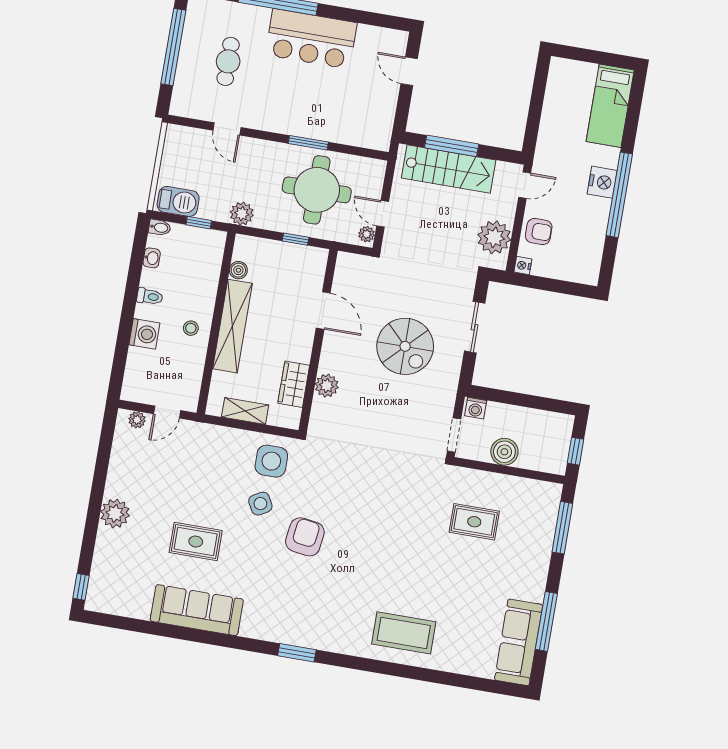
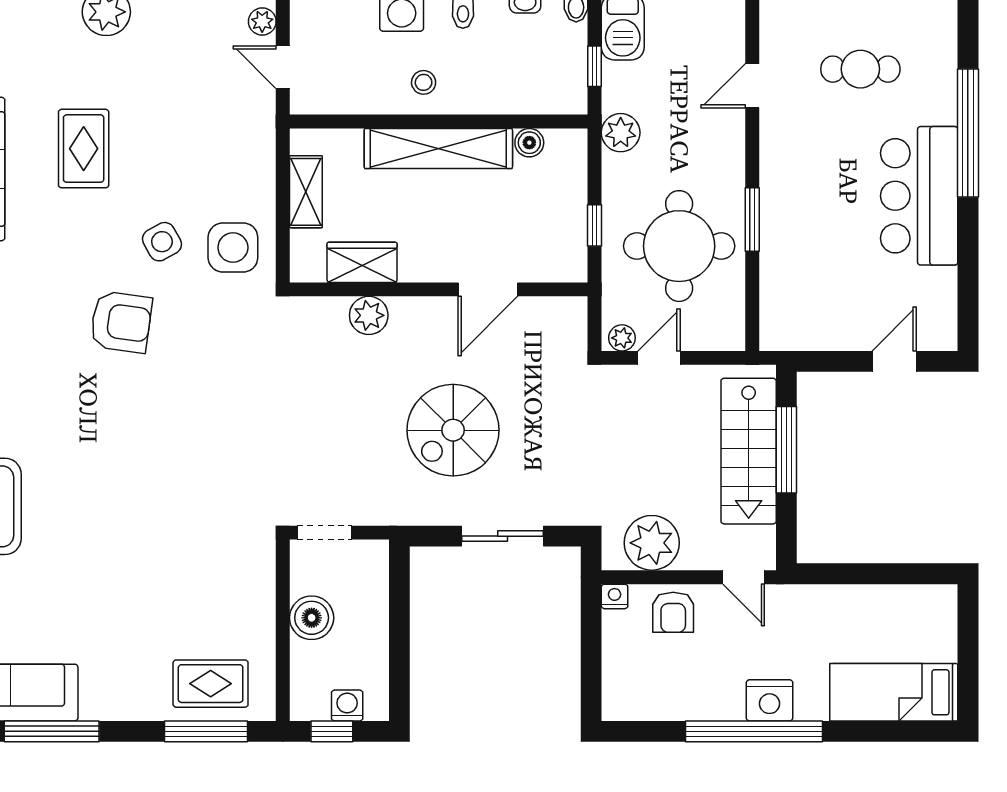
washing machine: (476, 408) -> (347, 705), moved, turned 90
rug: (474, 522) -> (211, 684), moved, turned 90

